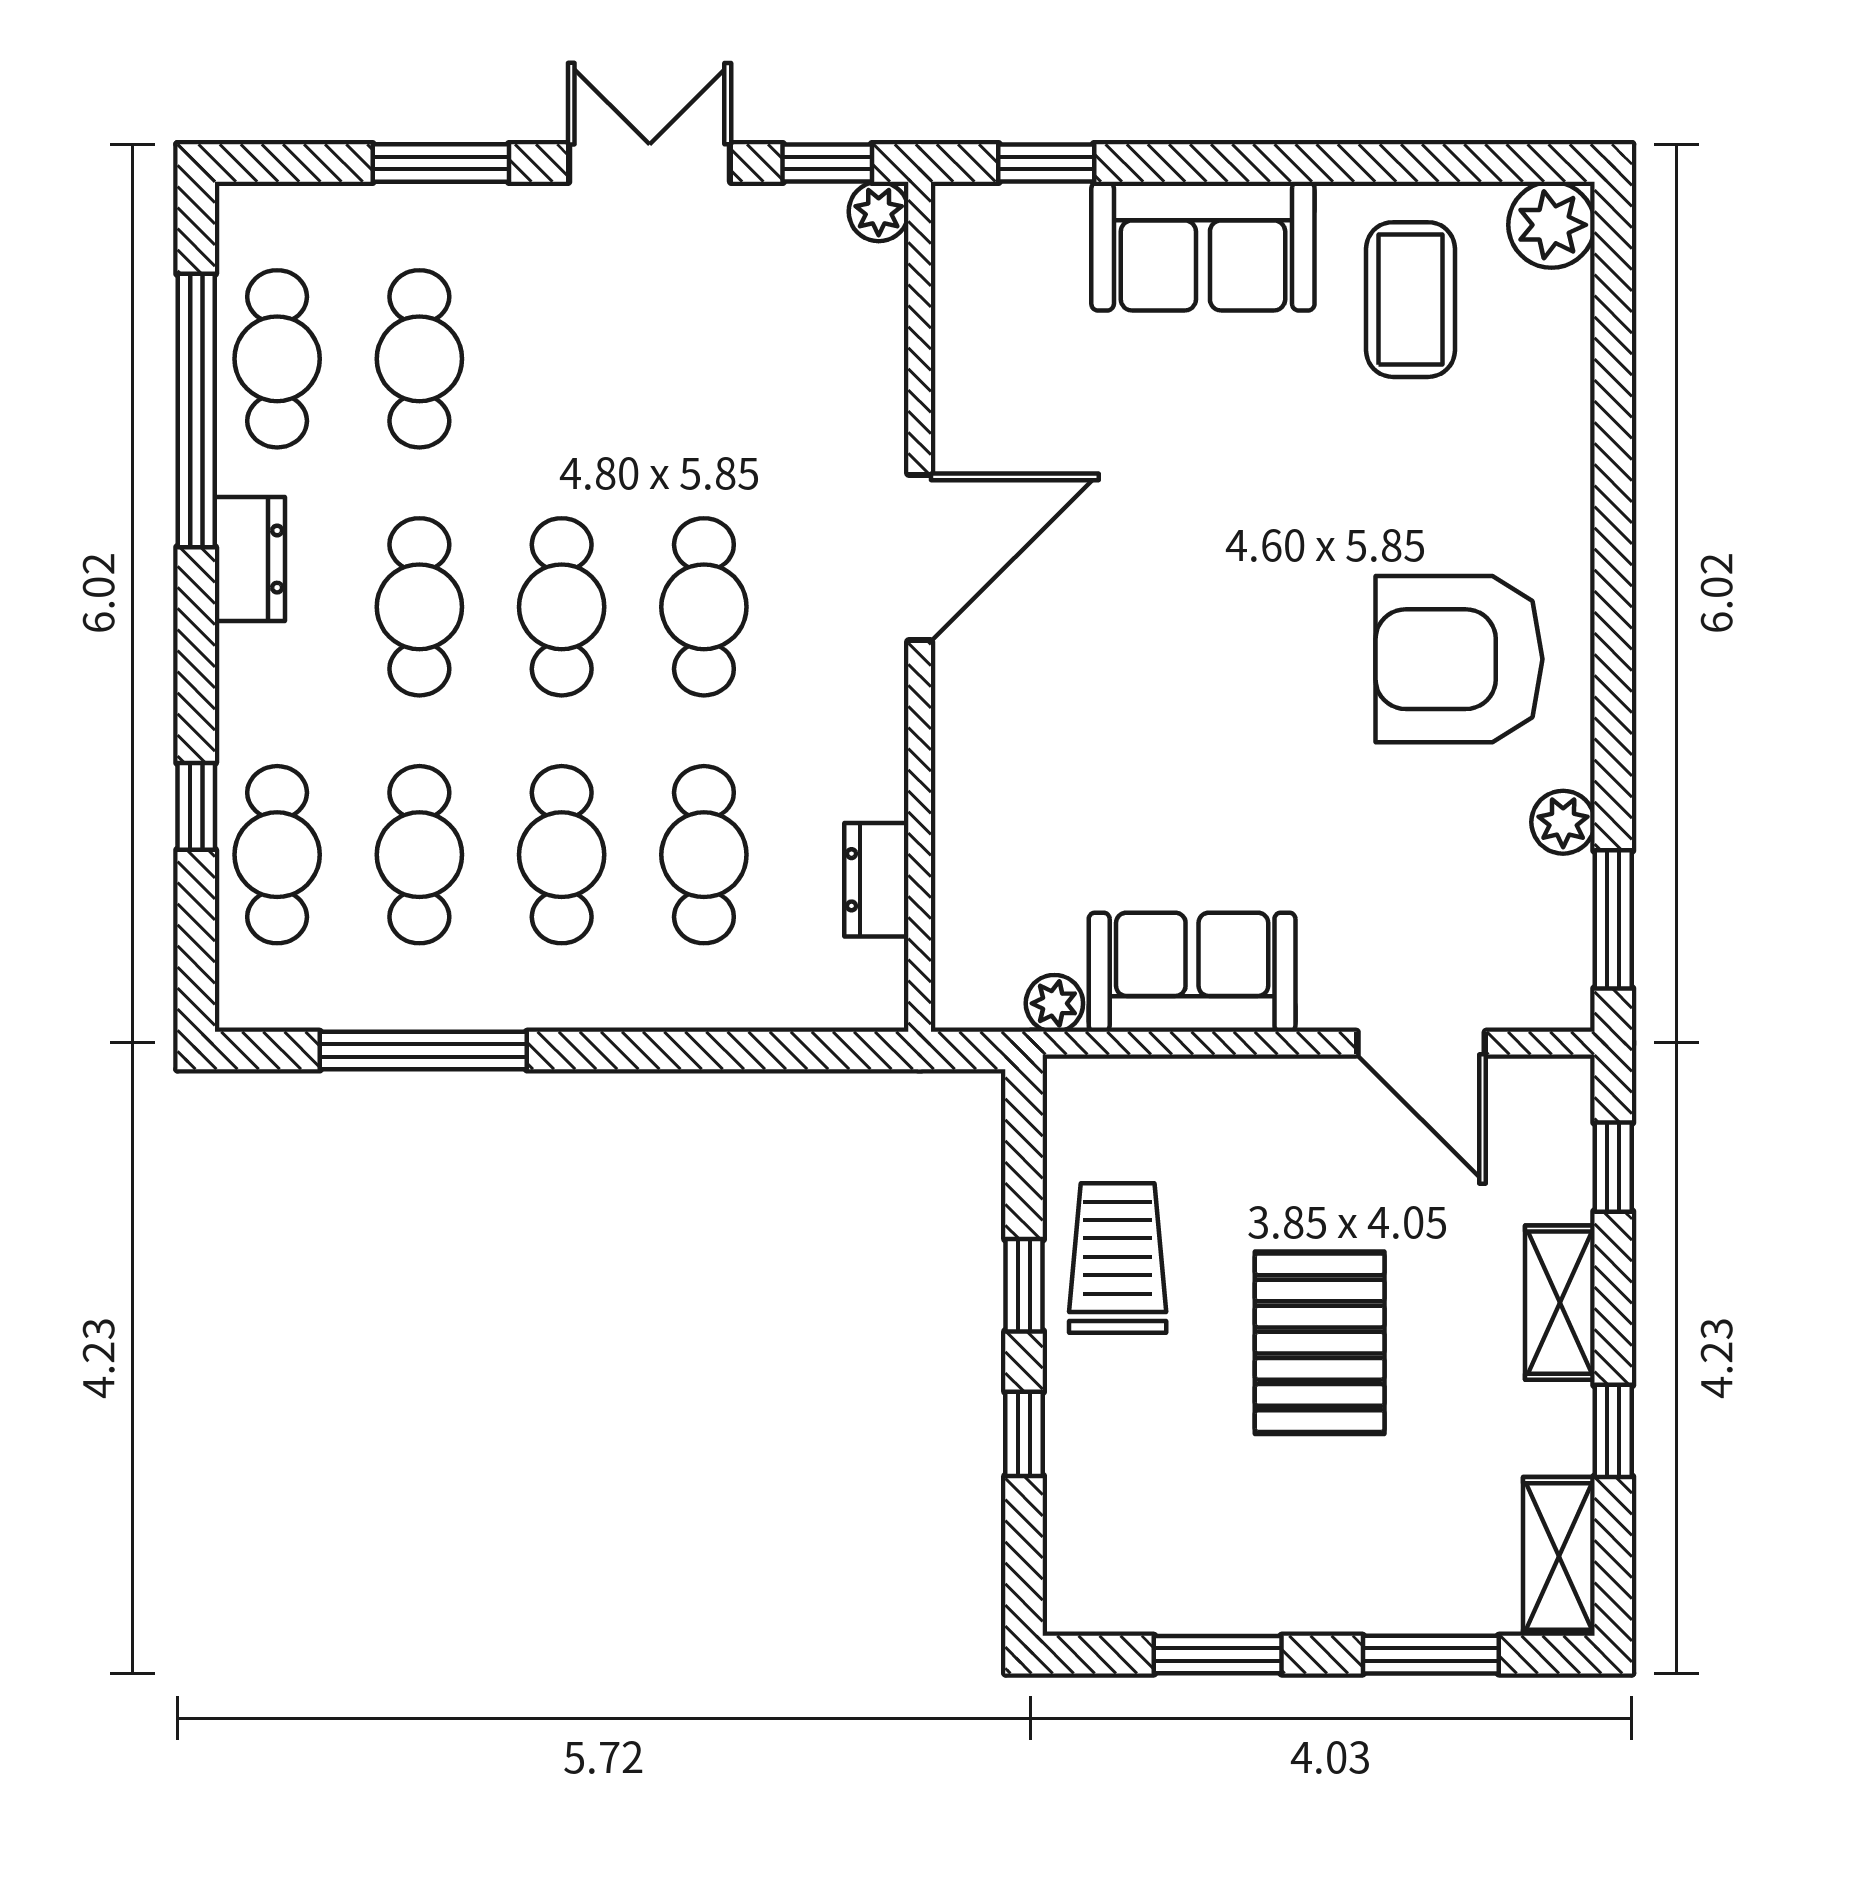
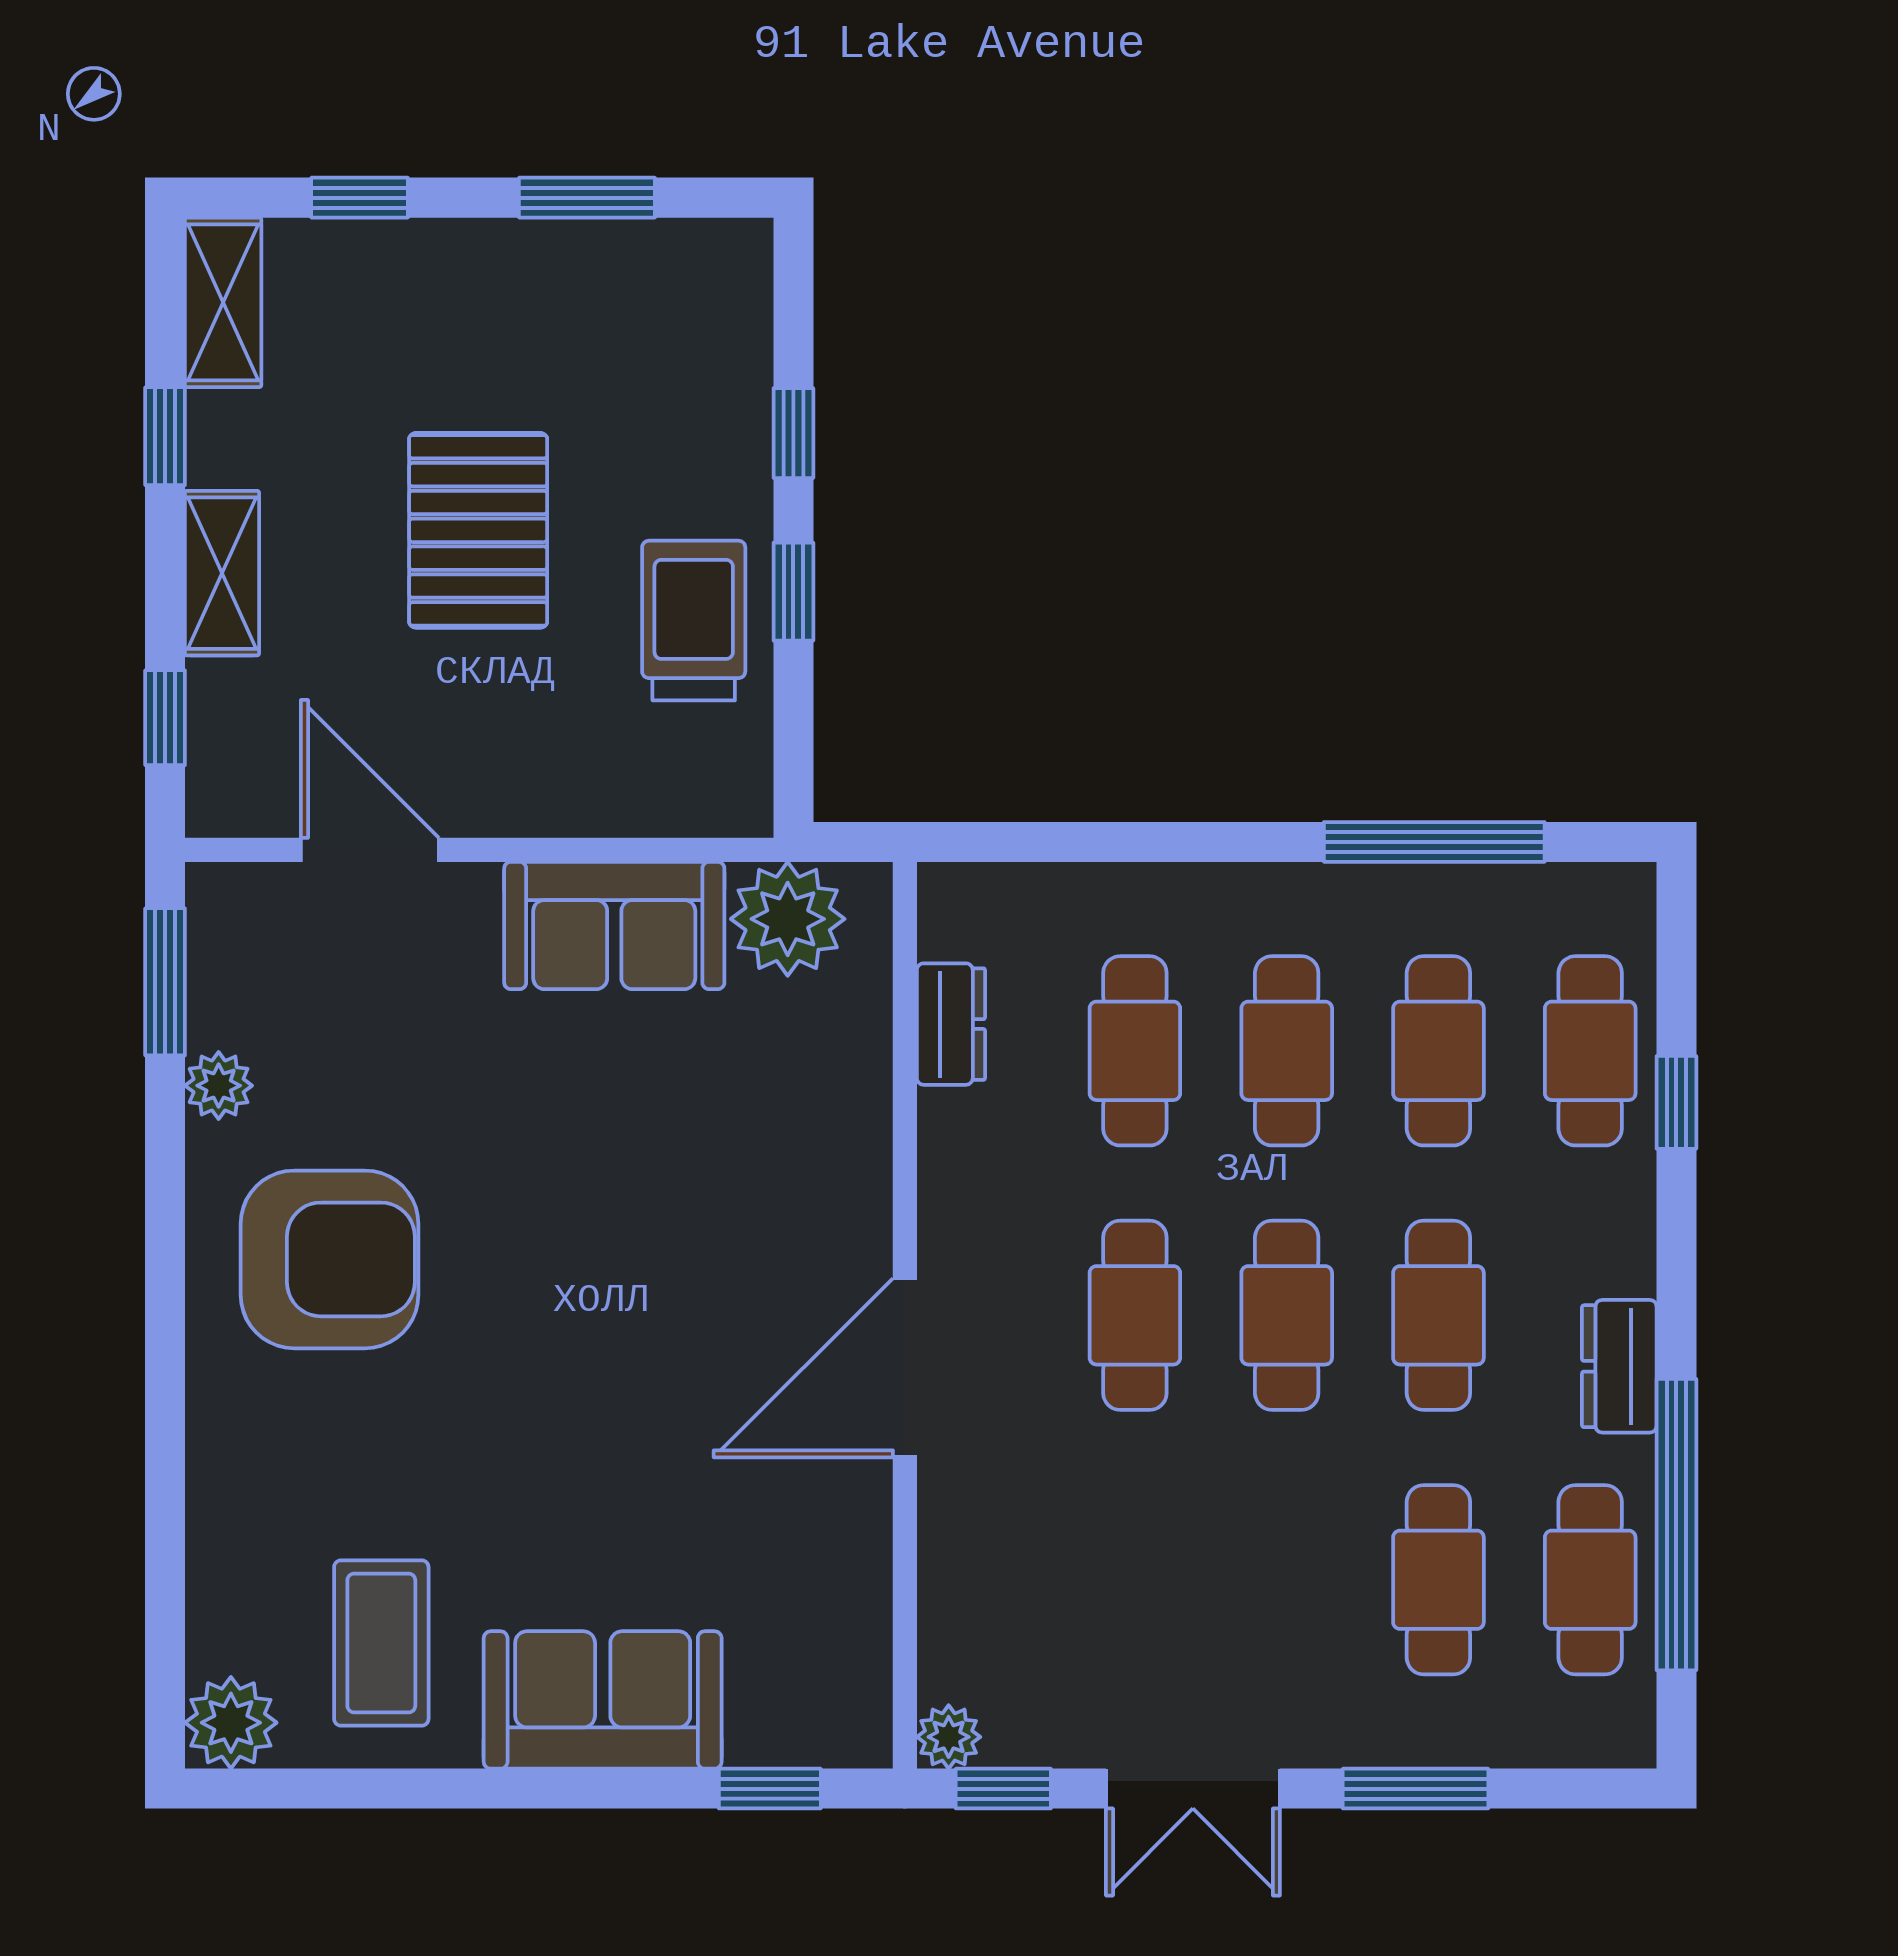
plant: (1054, 1003) -> (788, 919), width x1.87, depth x1.87
trolley: (1118, 1258) -> (694, 621), turned 180
window: (1431, 1655) -> (360, 198), width x0.67

